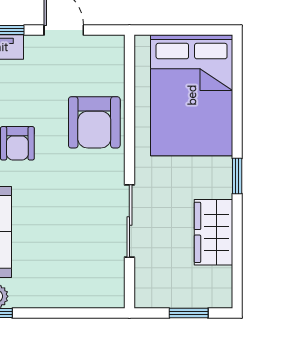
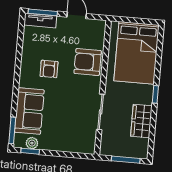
armchair: (94, 122) -> (88, 62), turned 90
window: (189, 313) -> (126, 160), width x1.50

